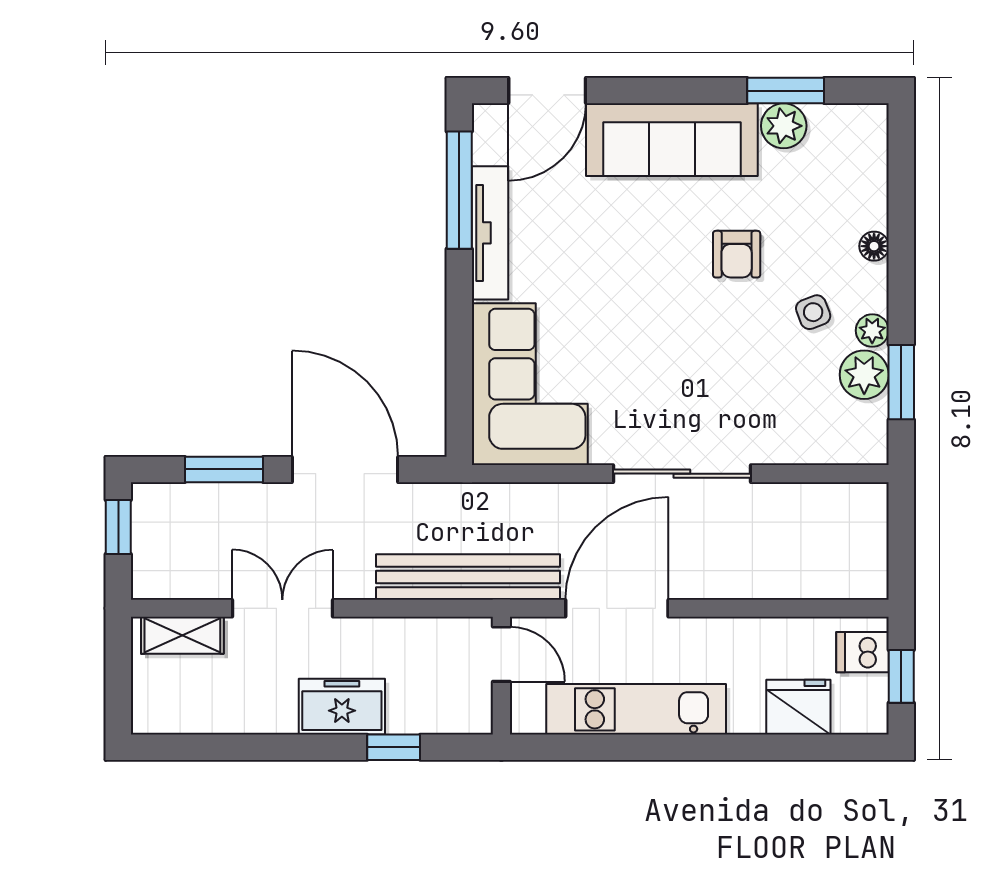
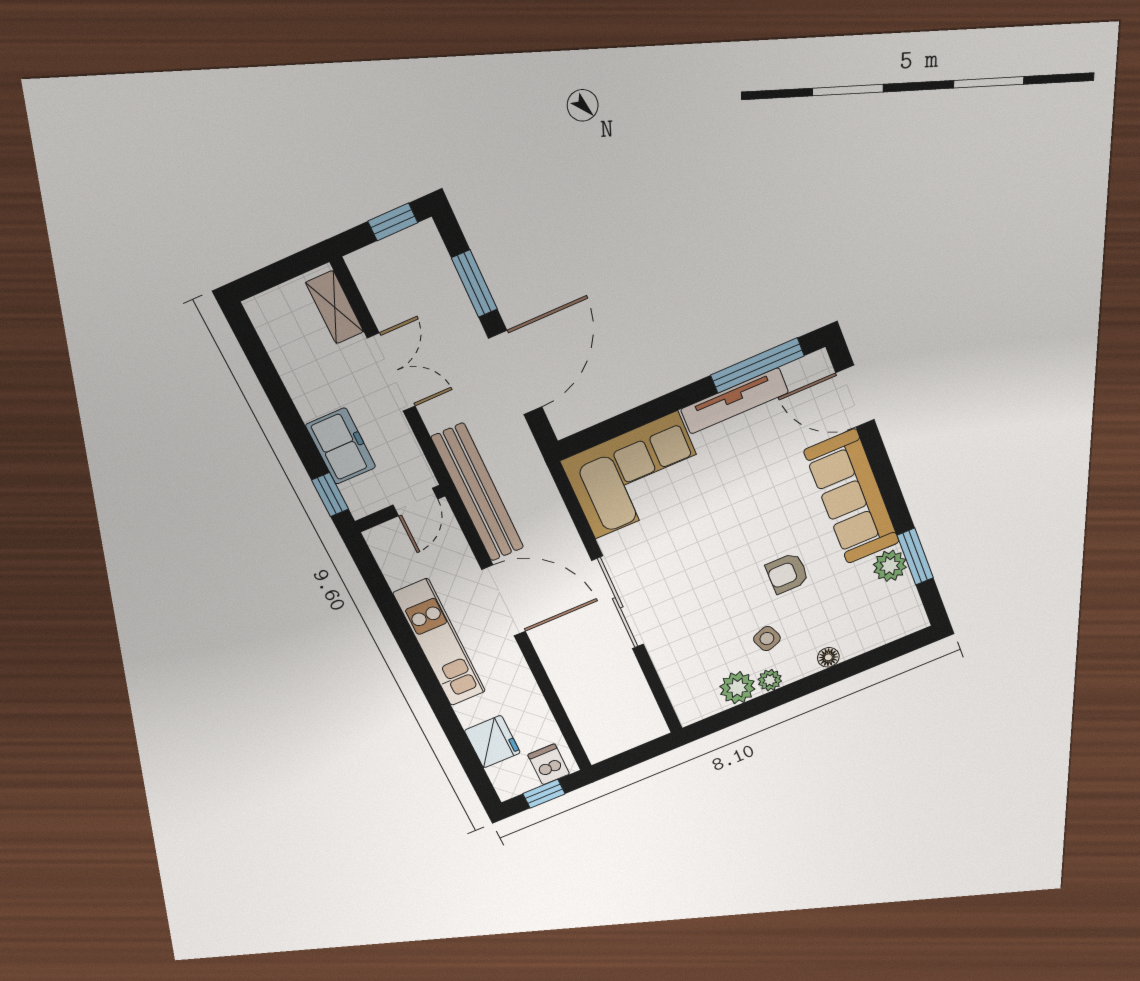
window: (901, 382) -> (742, 712), removed
door: (501, 654) -> (415, 502), moved
wall: (501, 676) -> (400, 509), moved

